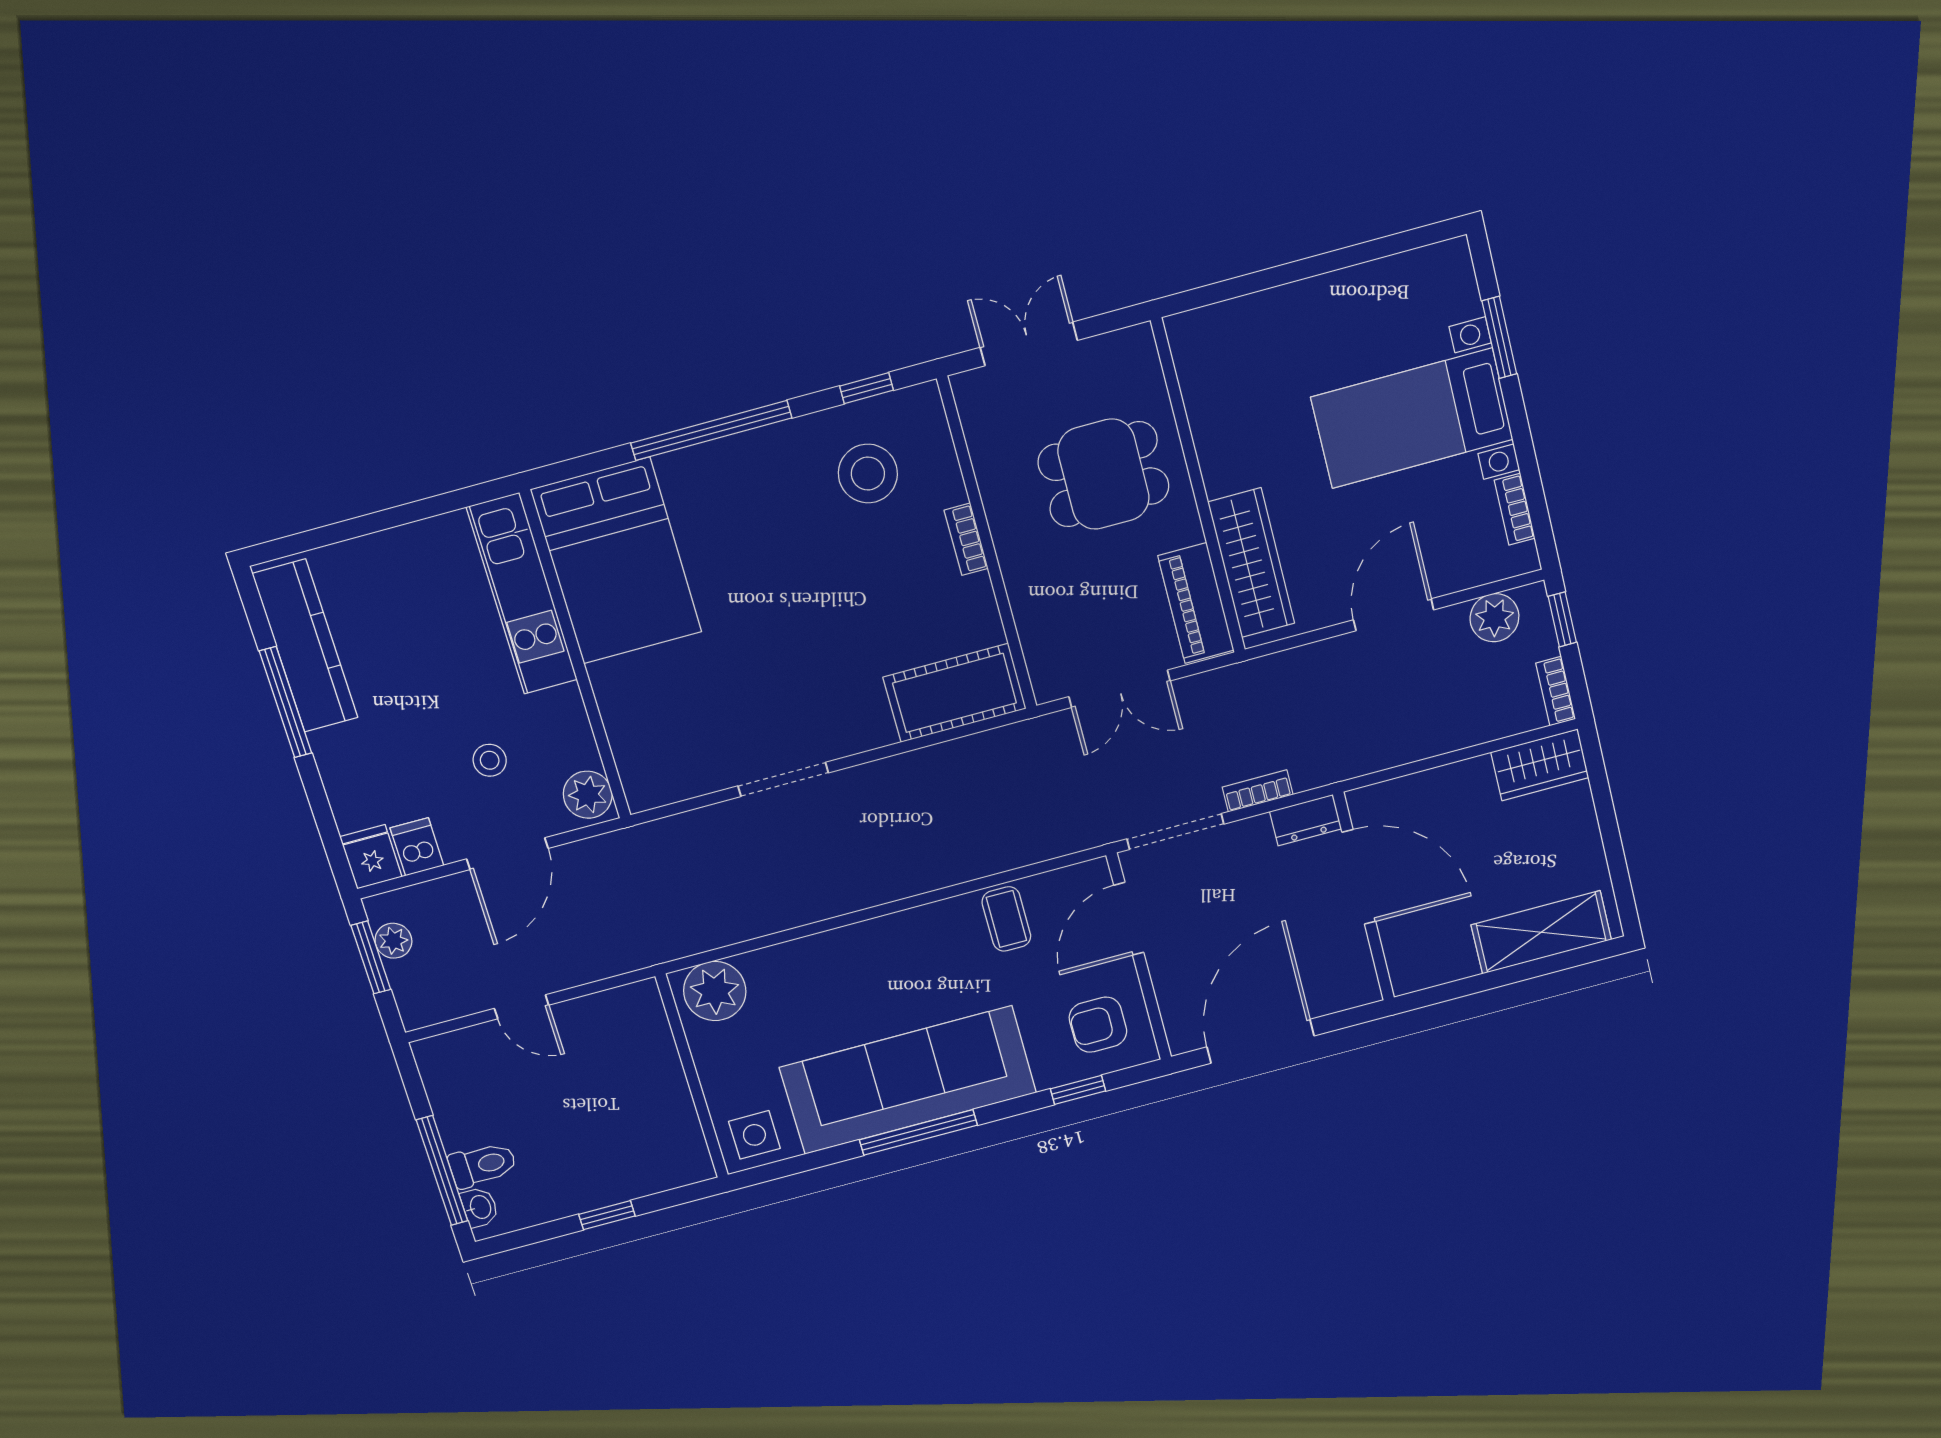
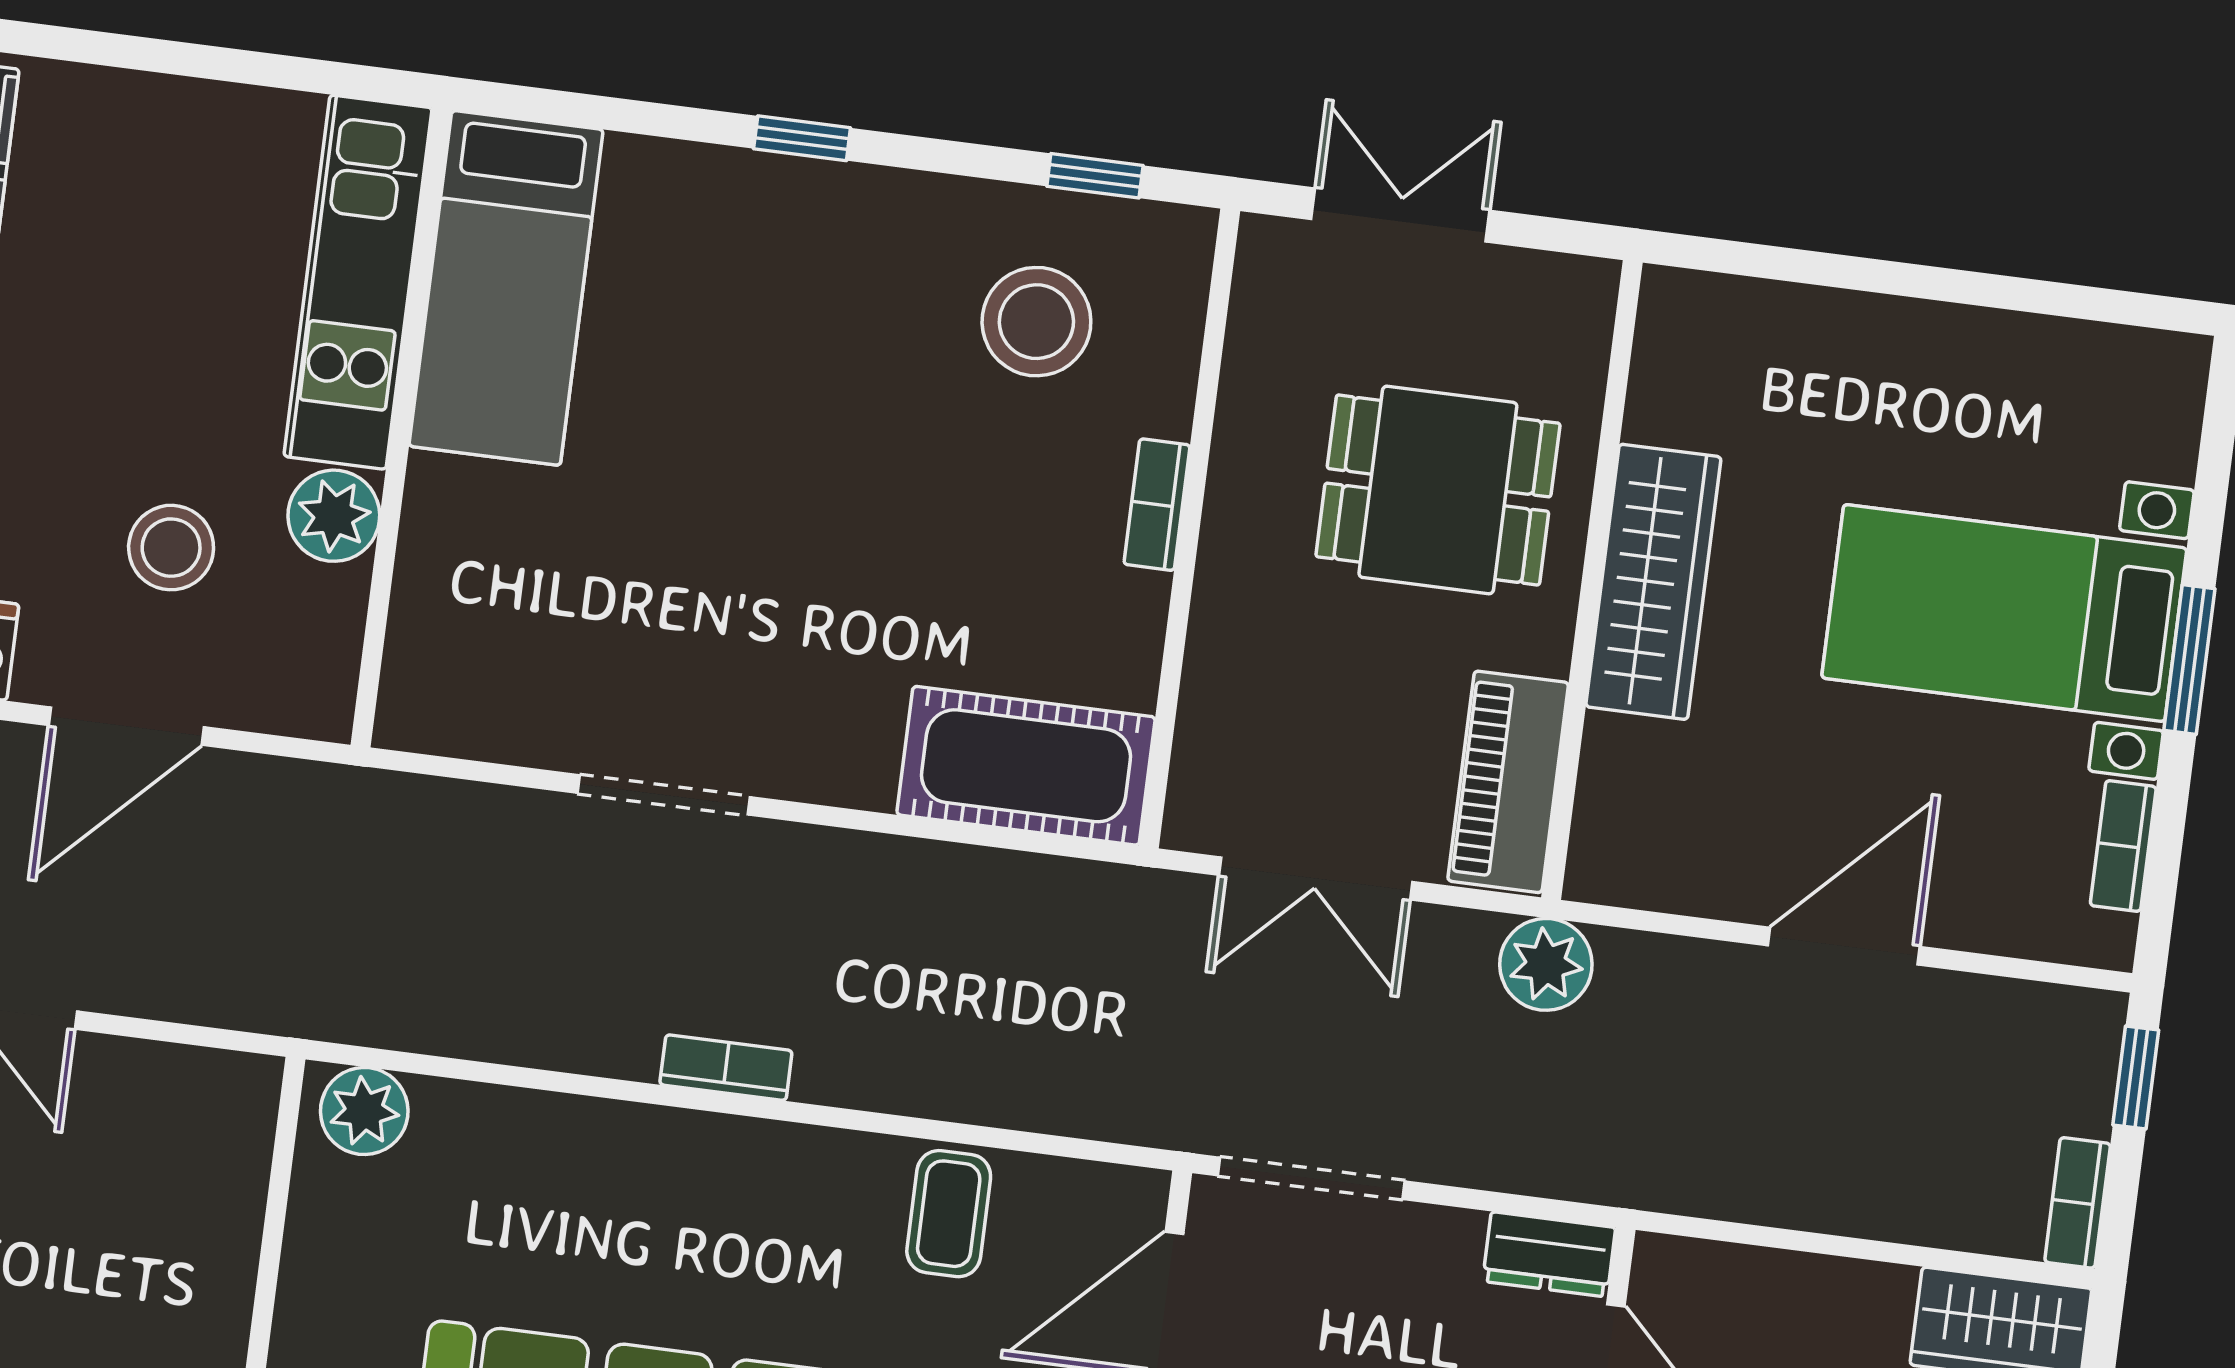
window: (1499, 337) -> (2189, 660), moved
window: (711, 431) -> (802, 138), width x0.32
bed: (616, 561) -> (506, 288), width x0.67
wardrobe: (1251, 563) -> (1653, 582), moved
plant: (1494, 618) -> (1546, 964), moved
stool: (490, 760) -> (171, 548), width x1.37, depth x1.37
bookcase: (1258, 791) -> (726, 1068), moved
plant: (588, 795) -> (334, 516), moved
plant: (715, 991) -> (364, 1111), width x0.73, depth x0.73

